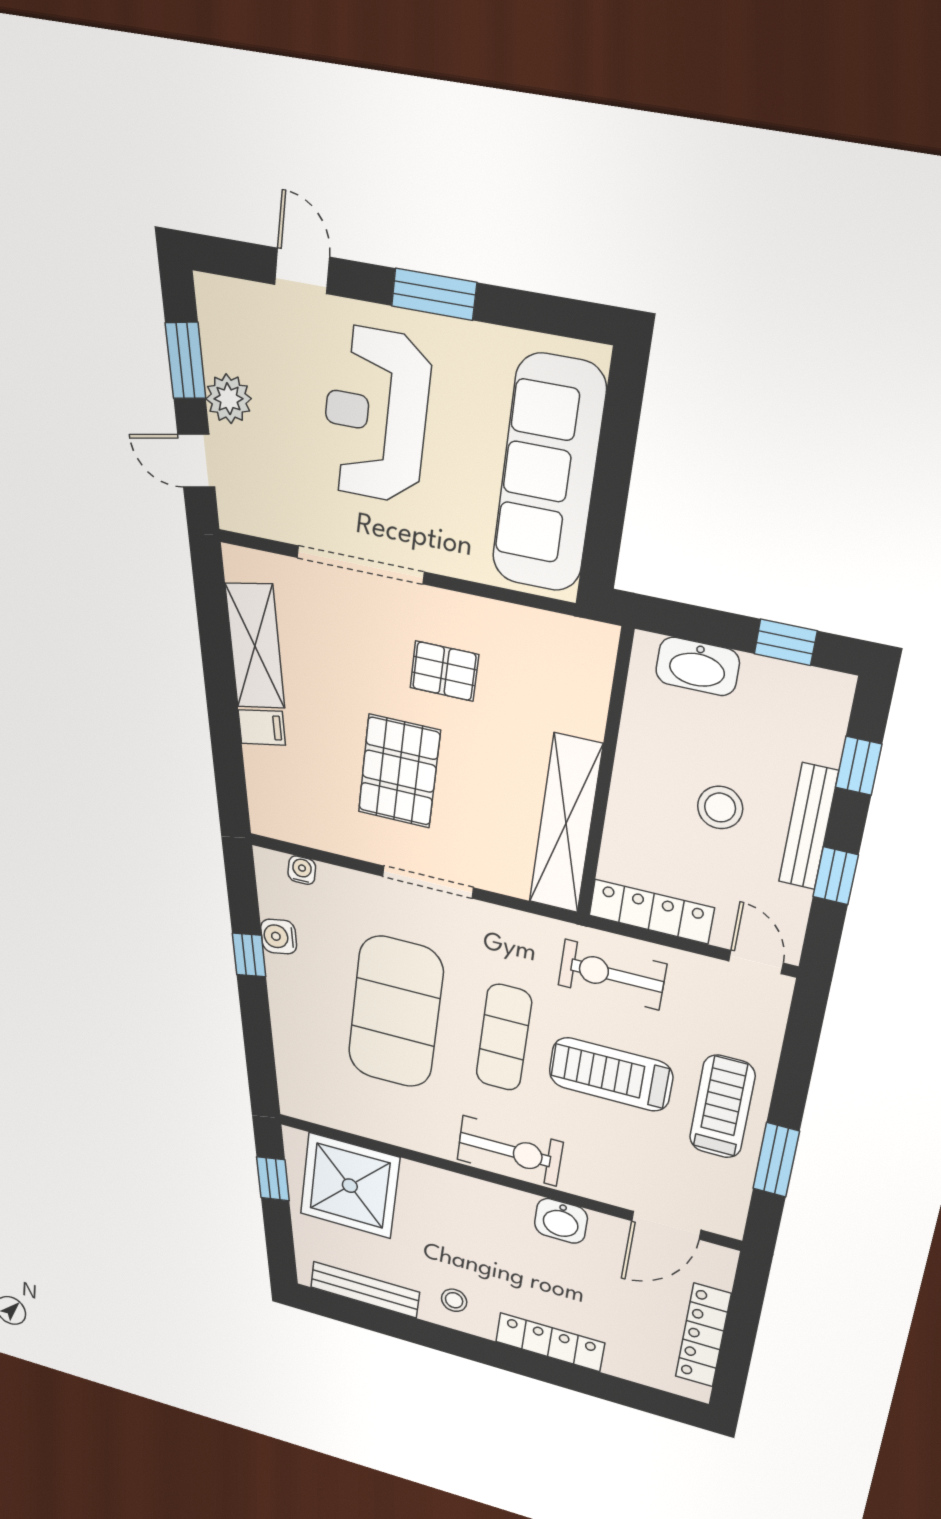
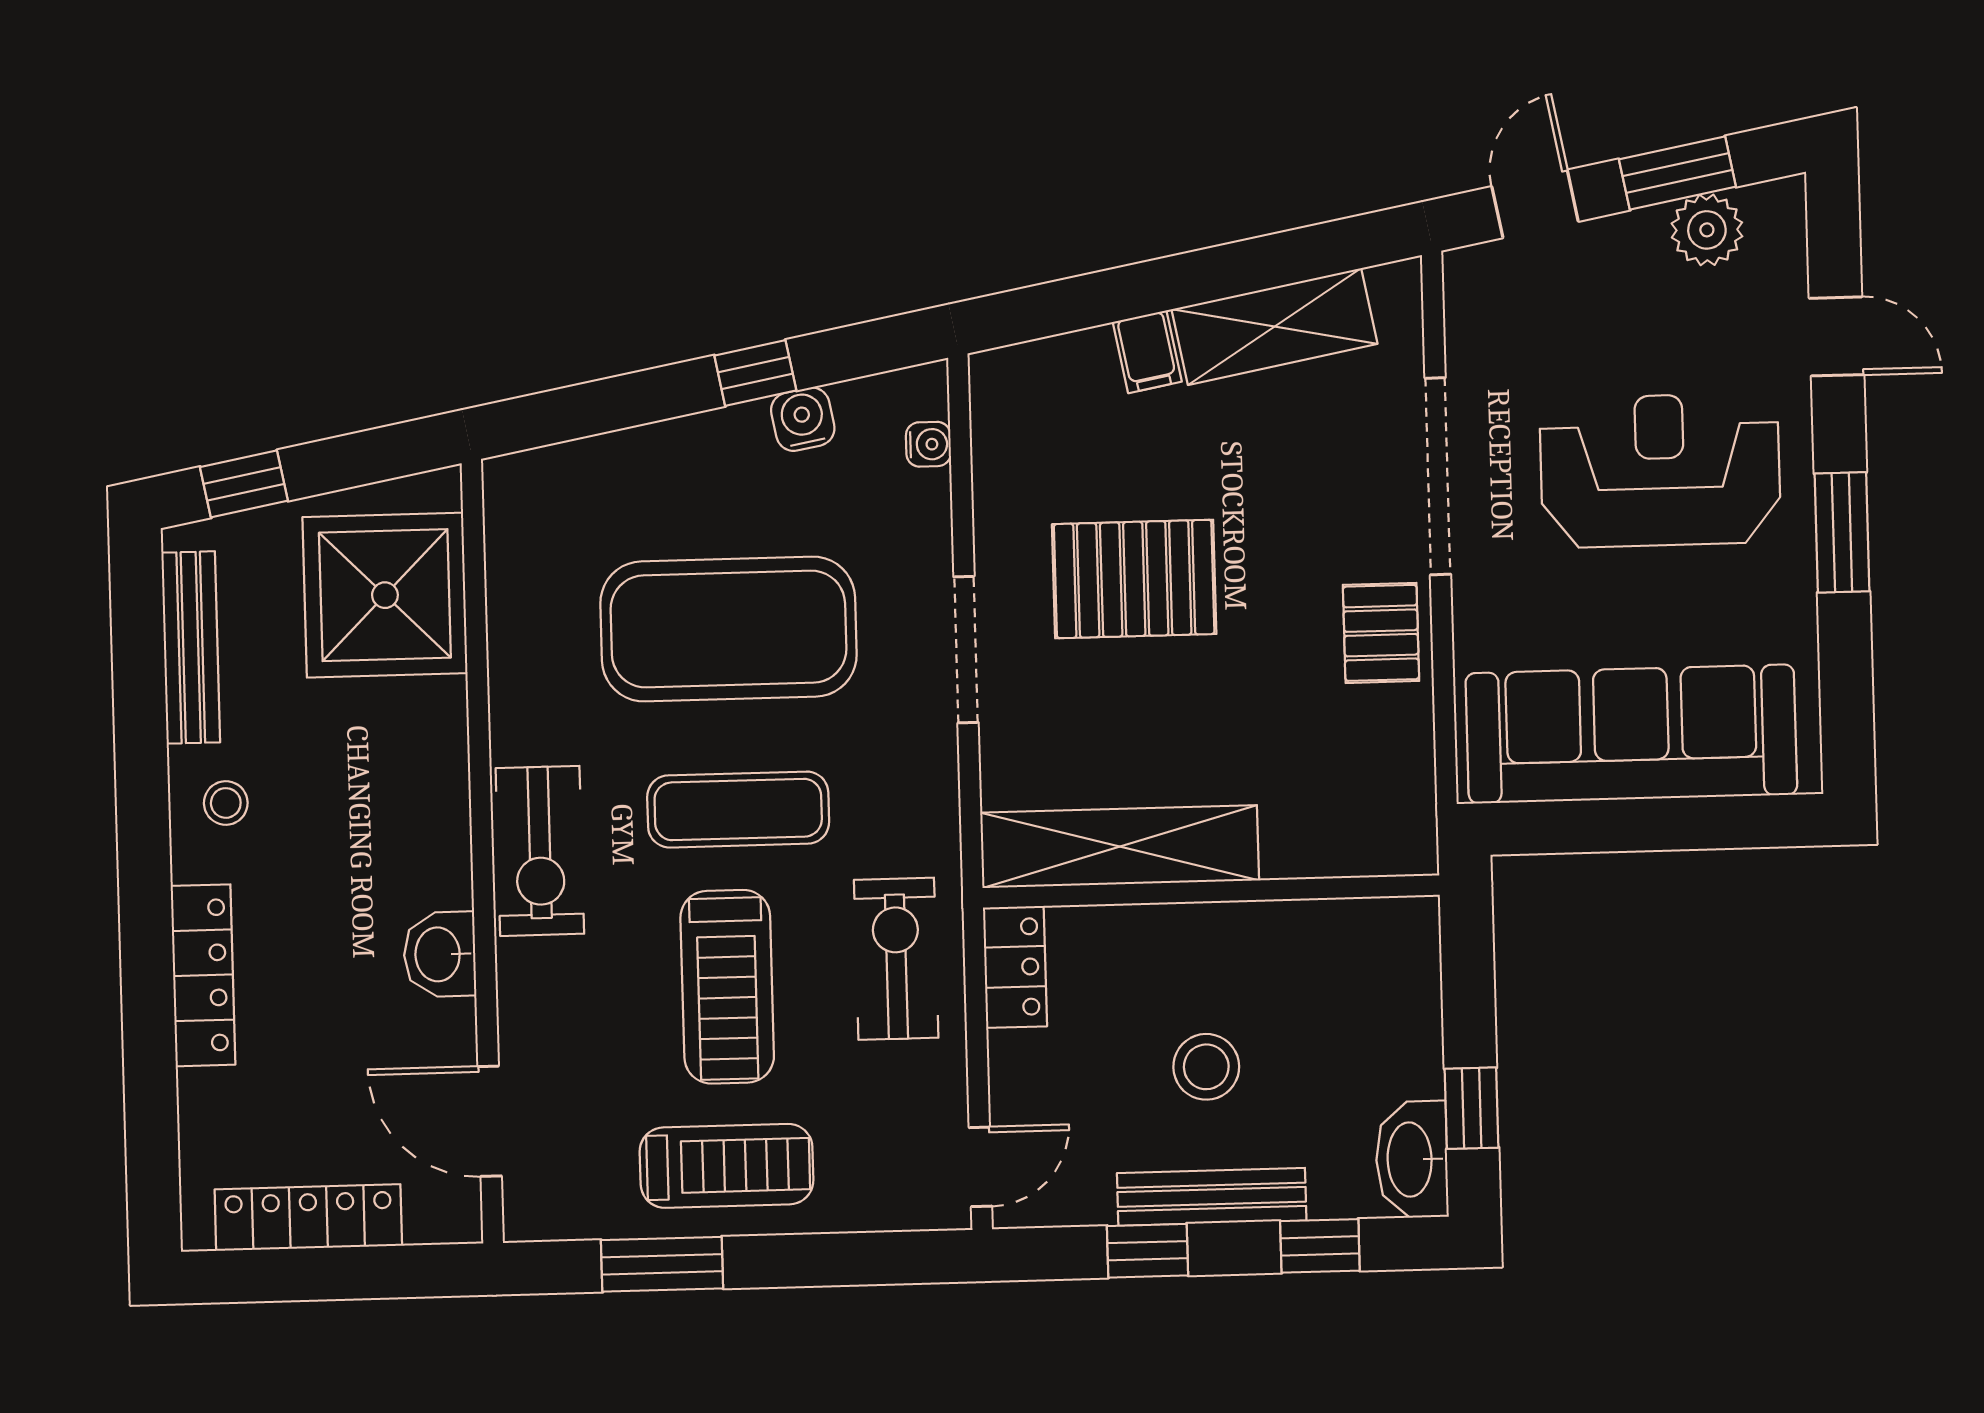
door: (302, 271) -> (1836, 336), hinge flipped
plant: (229, 399) -> (1707, 230), moved
washbasin: (698, 666) -> (1412, 1159), moved
pallet: (444, 671) -> (1381, 633), moved
locker: (651, 912) -> (1015, 967), width x0.66
treadmill: (611, 1074) -> (727, 987), turned 180
window: (273, 1179) -> (244, 484), moved

